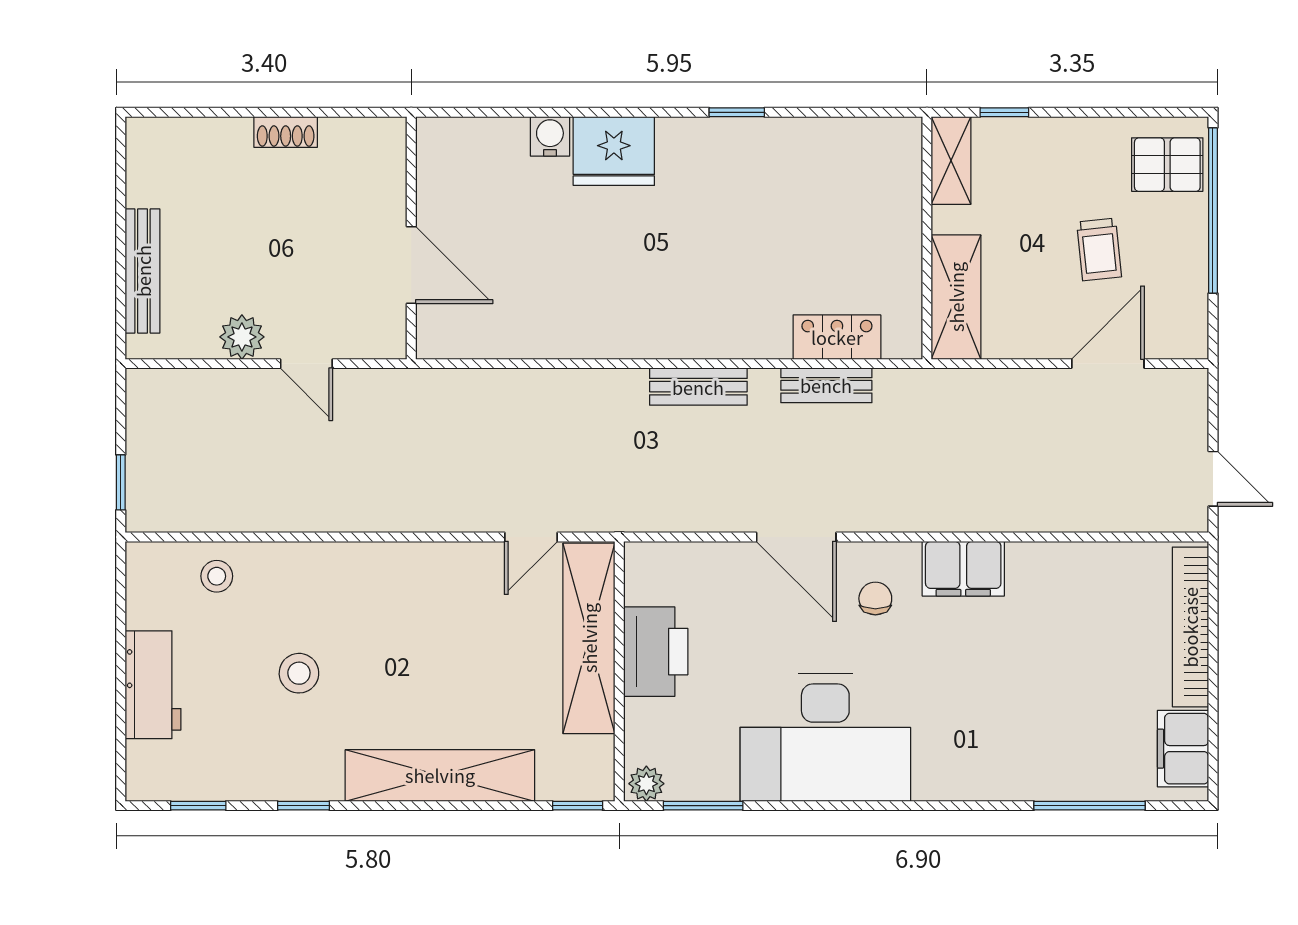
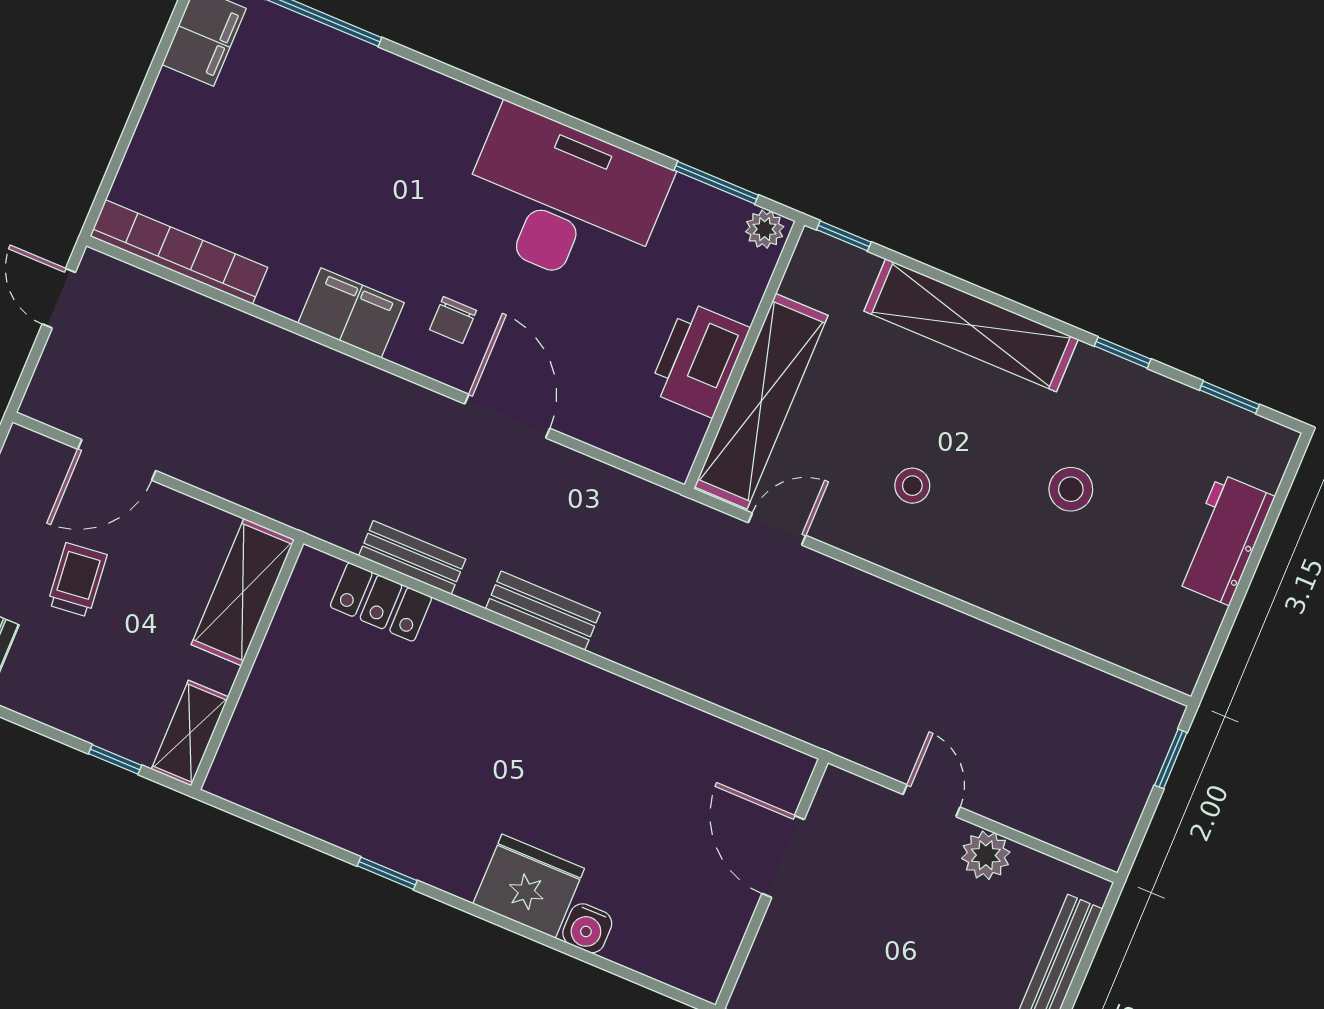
stool: (217, 576) -> (912, 486), moved
bookcase: (1190, 627) -> (179, 252), moved, turned -90

